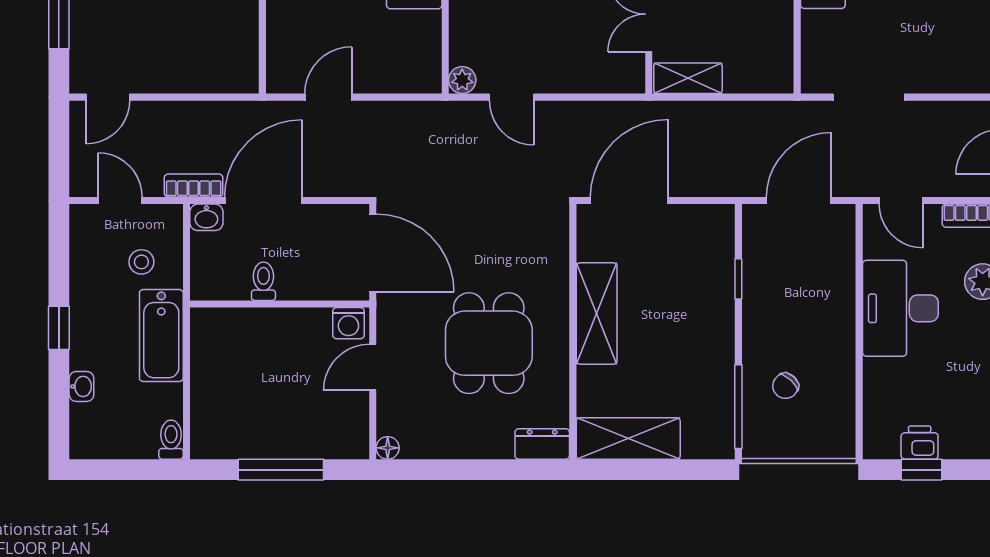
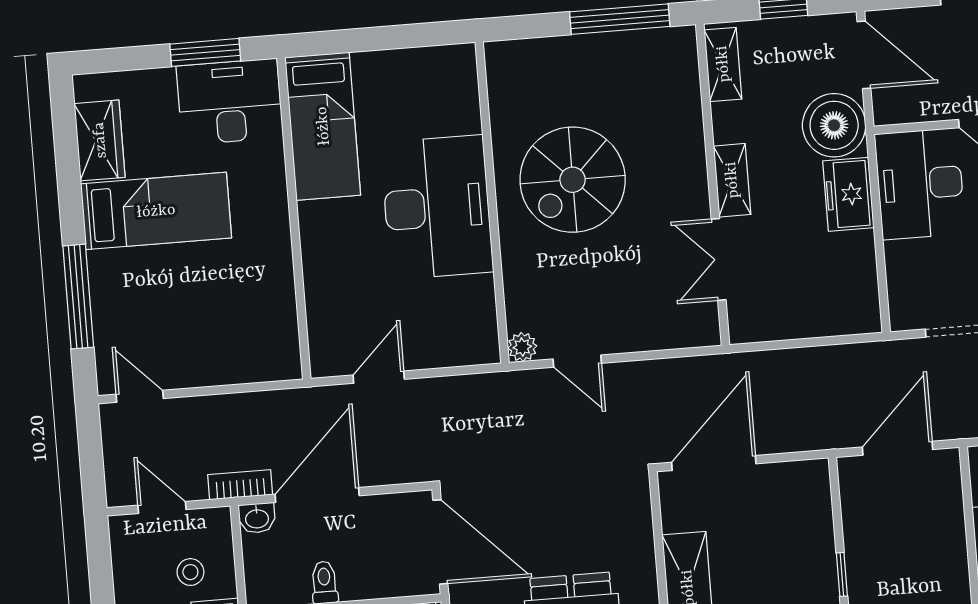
shelving: (688, 78) -> (767, 325), removed
door: (108, 97) -> (140, 396), swing flipped
window: (738, 279) -> (842, 574), moved

